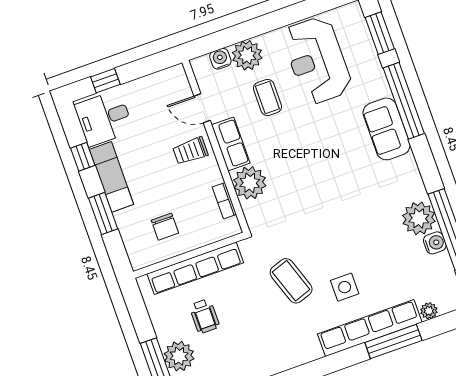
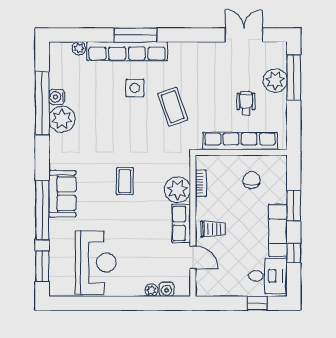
plant: (247, 55) -> (151, 290), width x0.53, depth x0.53
coffee table: (267, 98) -> (125, 181), moved
window: (393, 342) -> (135, 35), moved

